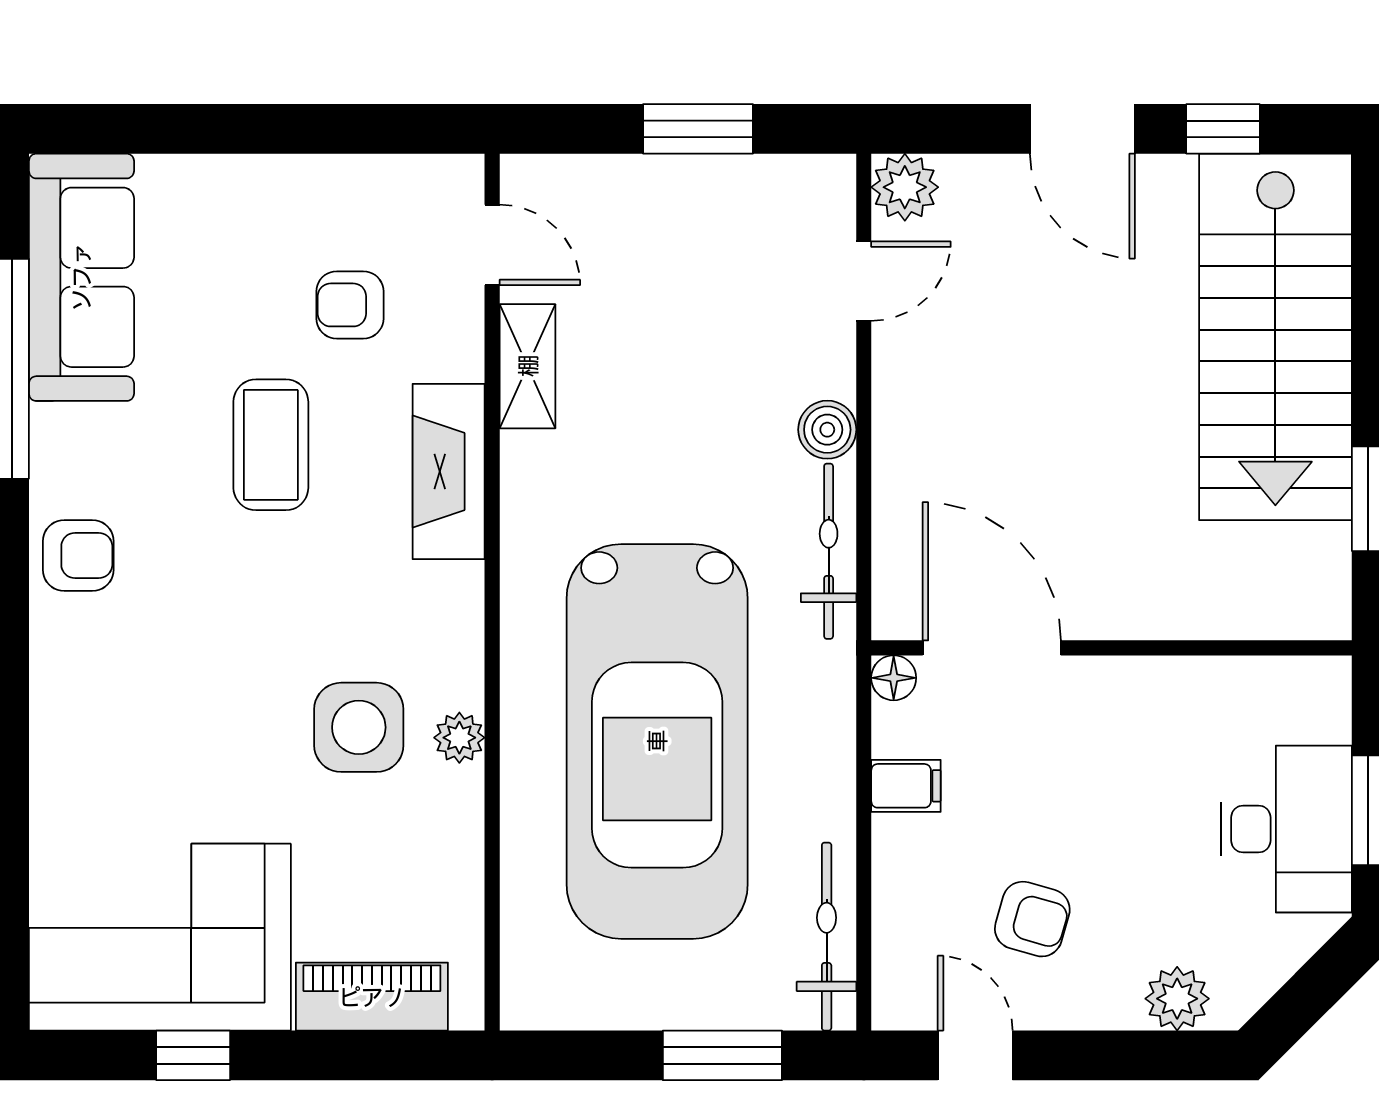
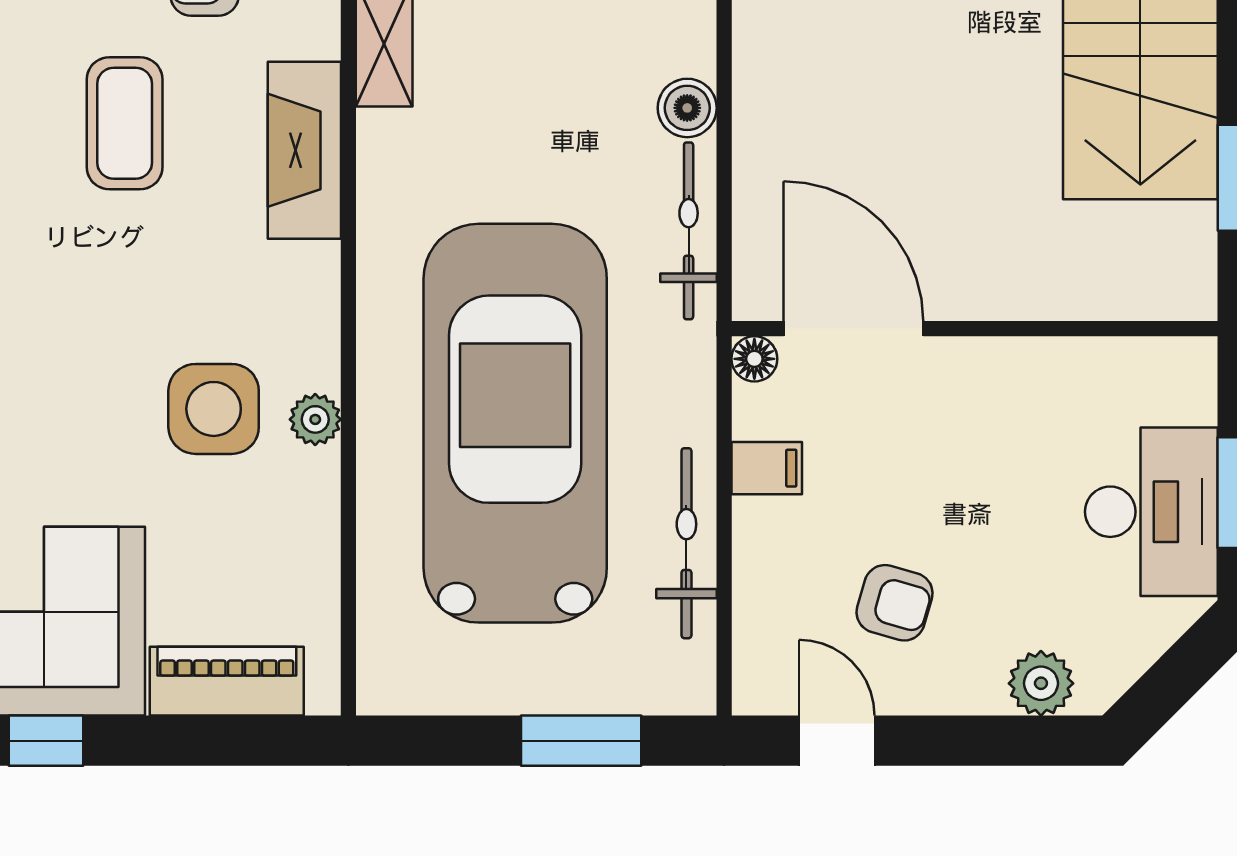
car: (657, 741) -> (515, 423), turned 180
bicycle: (827, 937) -> (686, 543), moved

